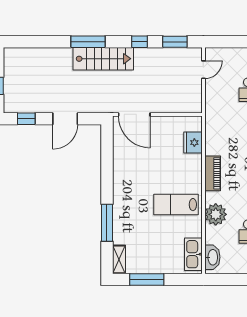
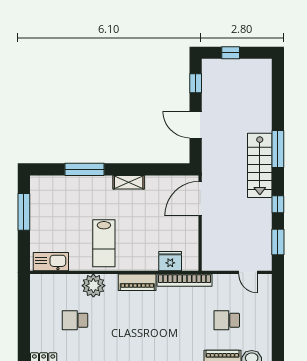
bookcase: (211, 129) -> (185, 280), added
lab bench: (176, 205) -> (104, 243), turned 180
washbasin: (212, 257) -> (48, 282), removed
shelving: (119, 259) -> (129, 182), moved

